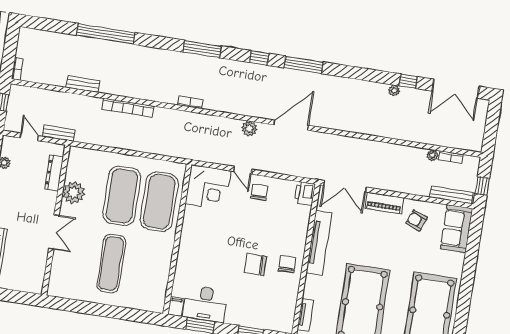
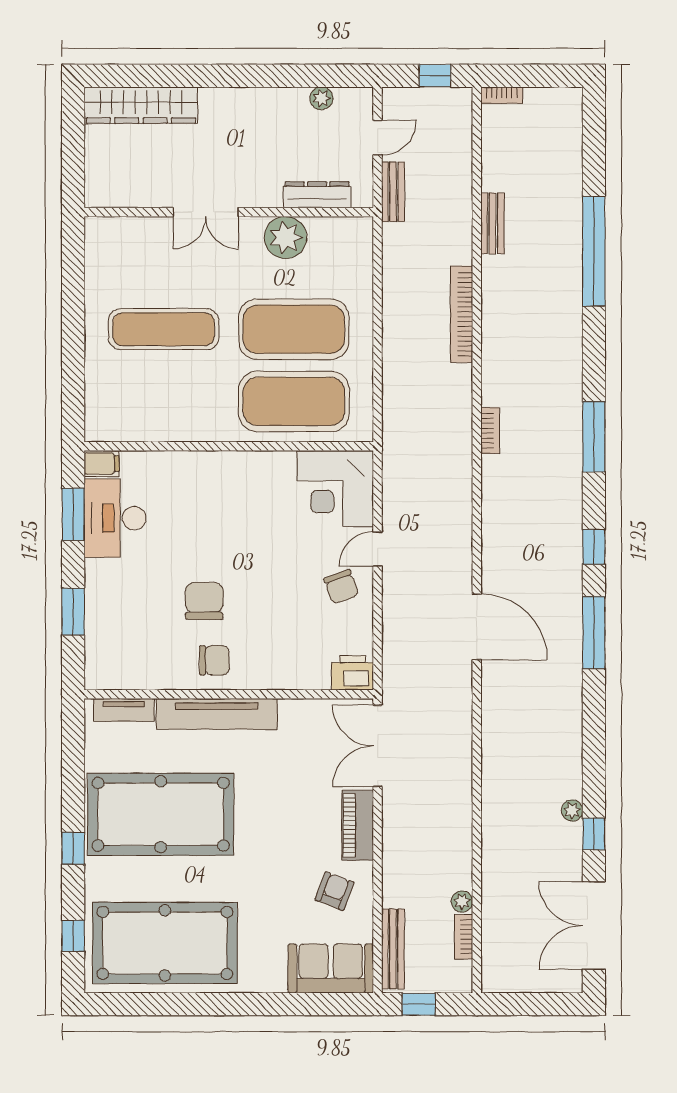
plant: (249, 129) -> (458, 549), removed
chair: (259, 192) -> (341, 587), turned 70
tv unit: (319, 243) -> (217, 714), moved

